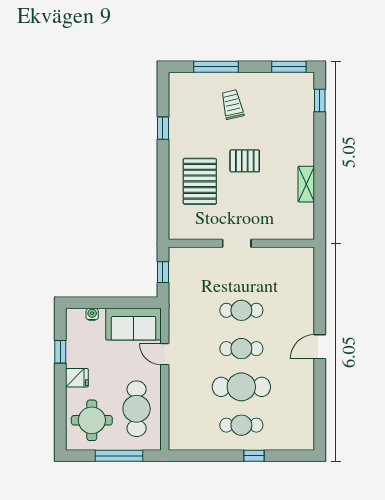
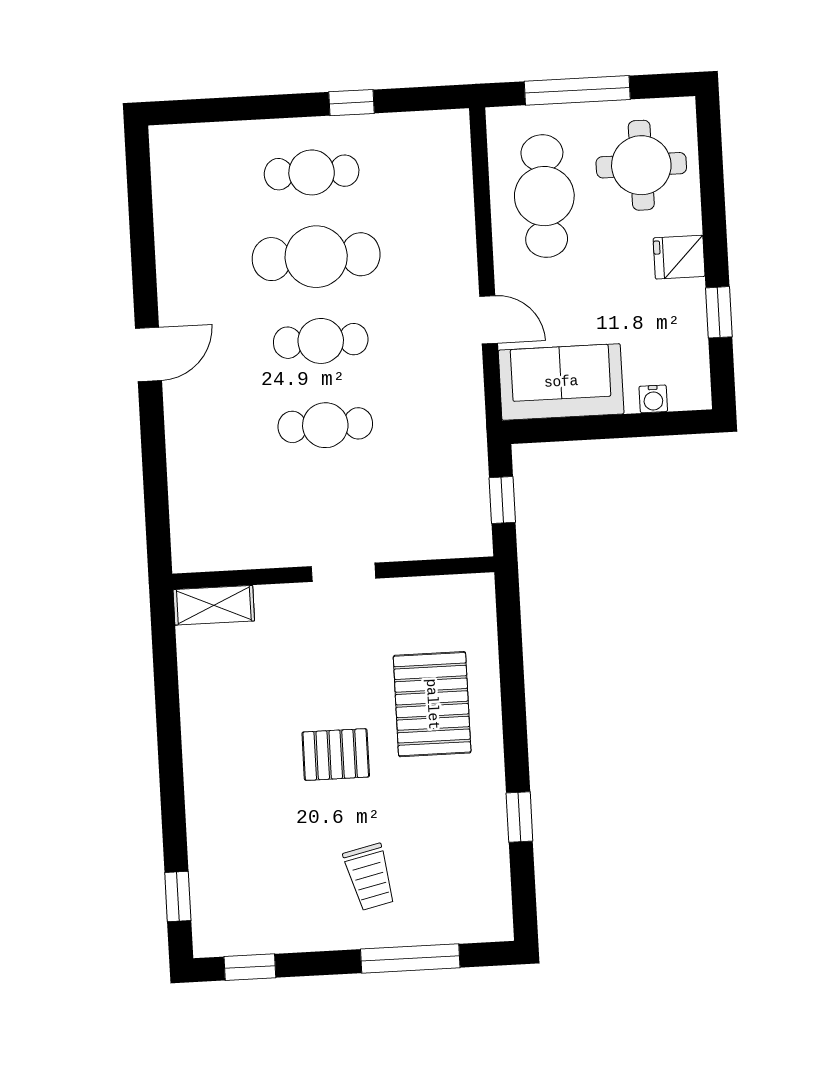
window: (289, 67) -> (250, 967), width x0.67
shelving: (306, 184) -> (214, 605), moved, turned 90
window: (254, 456) -> (351, 103), moved

